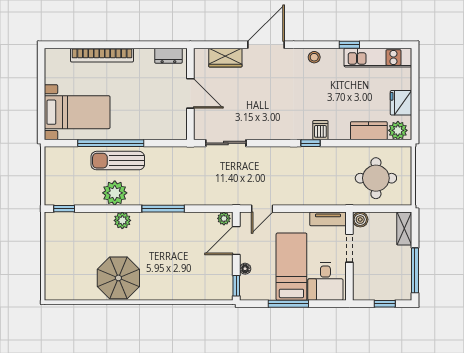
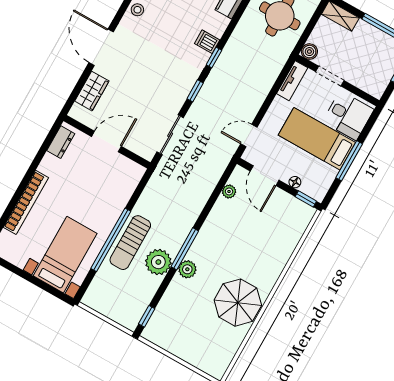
window: (274, 143) -> (195, 91), added
window: (163, 209) -> (185, 249), moved
door: (262, 209) -> (249, 136), swing flipped
plant: (224, 218) -> (229, 191), moved

